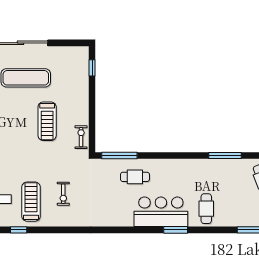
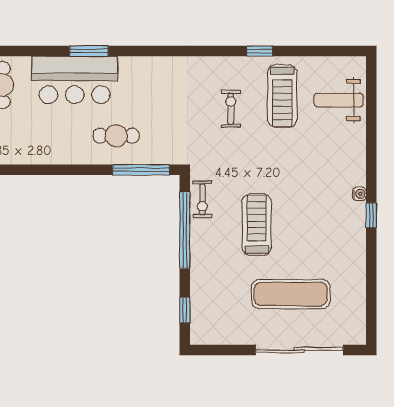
window: (92, 118) -> (185, 230), added
window: (19, 230) -> (260, 51), moved
window: (176, 230) -> (89, 51), moved

